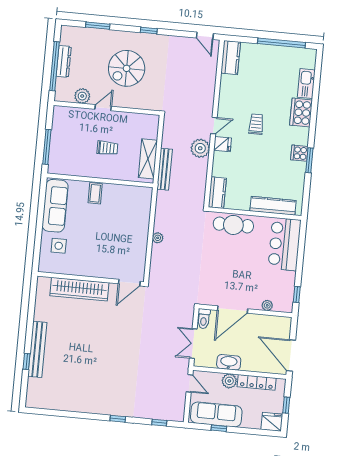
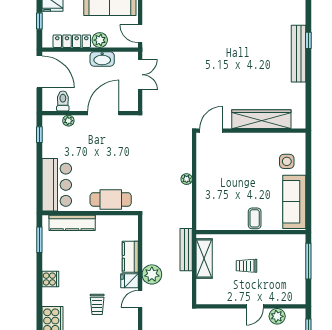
window: (309, 160) -> (39, 240), moved
kitchen counter: (217, 193) -> (130, 257), moved
toilet: (204, 319) -> (63, 101), moved

